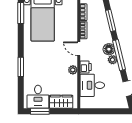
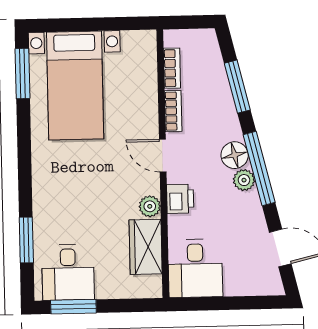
window: (21, 67) -> (26, 240), moved
desk: (92, 85) -> (195, 268), moved, turned -90
wardrobe: (61, 102) -> (146, 247), moved, turned -90

